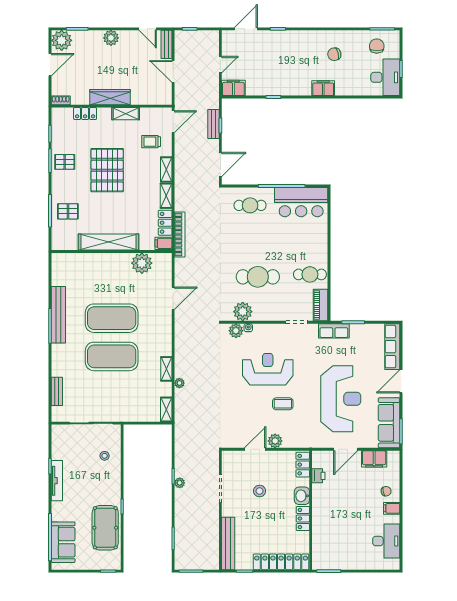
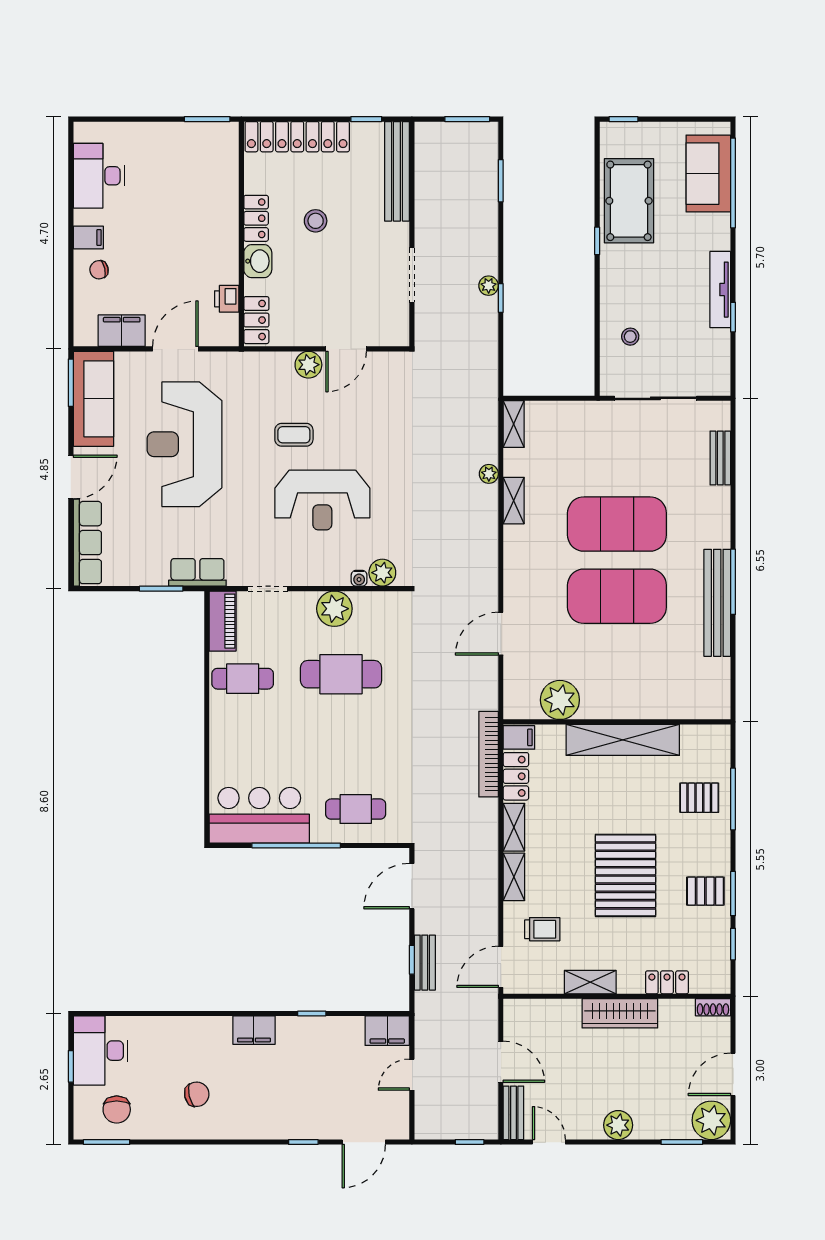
filing cabinet: (323, 88) -> (254, 1030), moved
plant: (243, 312) -> (334, 609), moved
stool: (260, 491) -> (316, 221), moved

